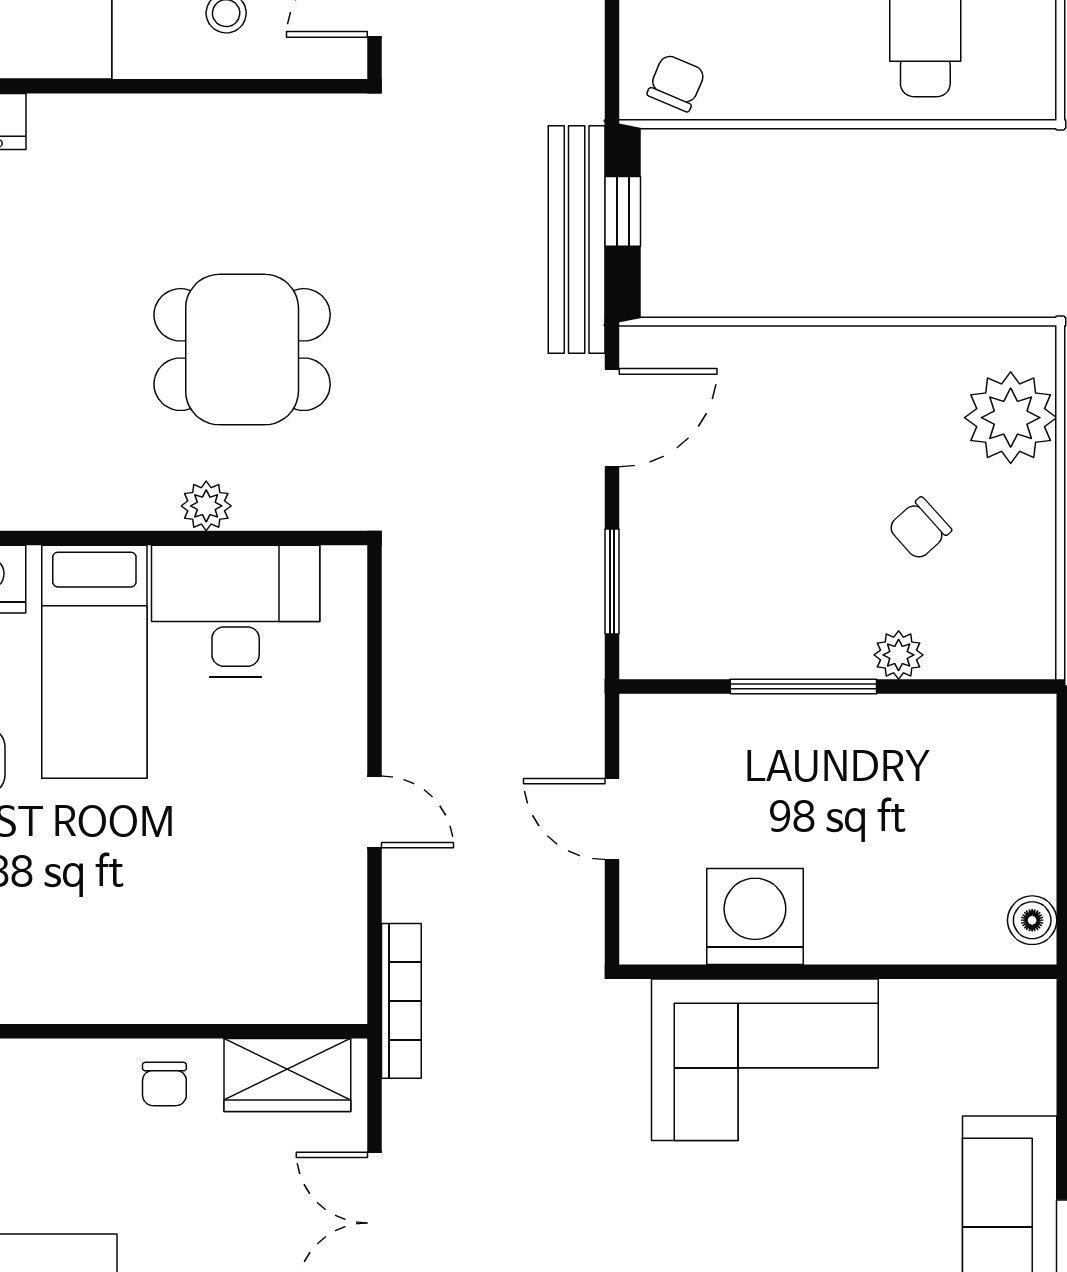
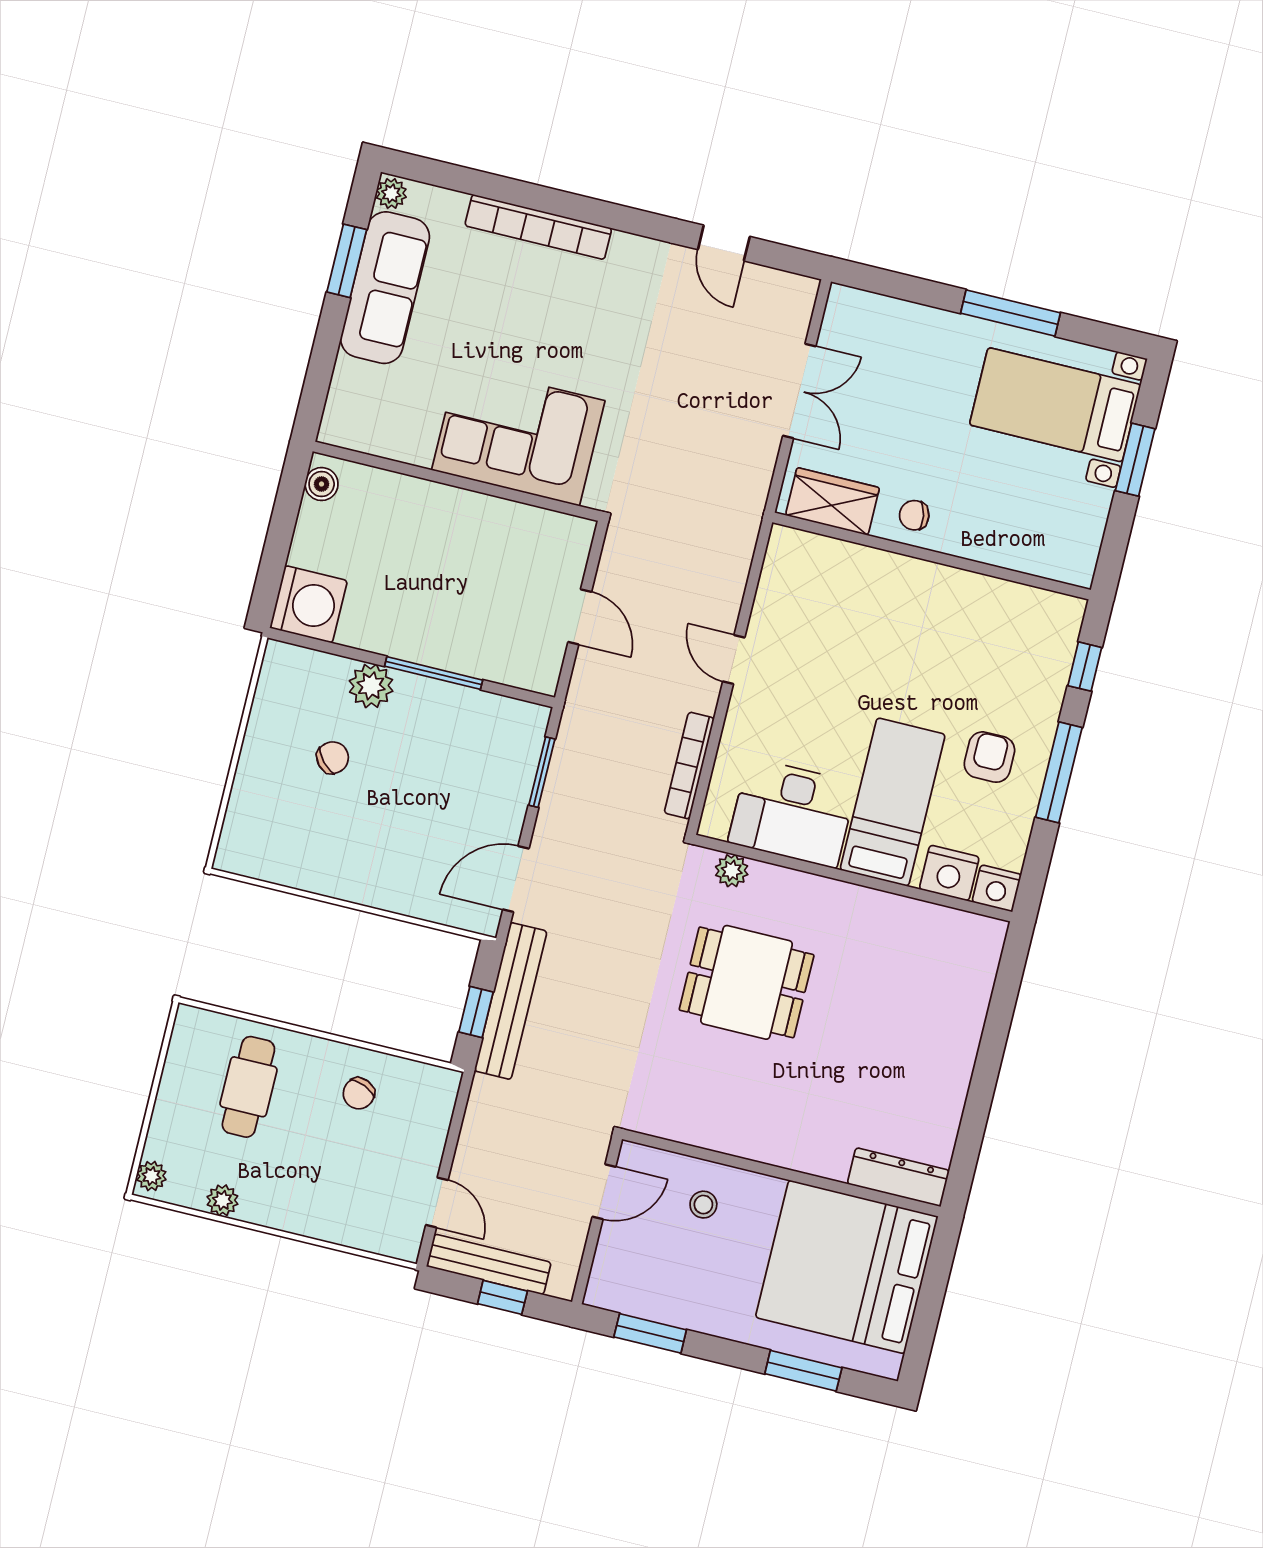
chair: (676, 83) -> (359, 1093), moved
plant: (1011, 418) -> (256, 816), removed
plant: (206, 506) -> (732, 871), moved
plant: (899, 655) -> (371, 686), width x1.38, depth x1.38
washing machine: (755, 917) -> (309, 604), moved, turned -90
bookcase: (401, 1001) -> (689, 766), moved
chair: (164, 1084) -> (914, 515), turned -100

